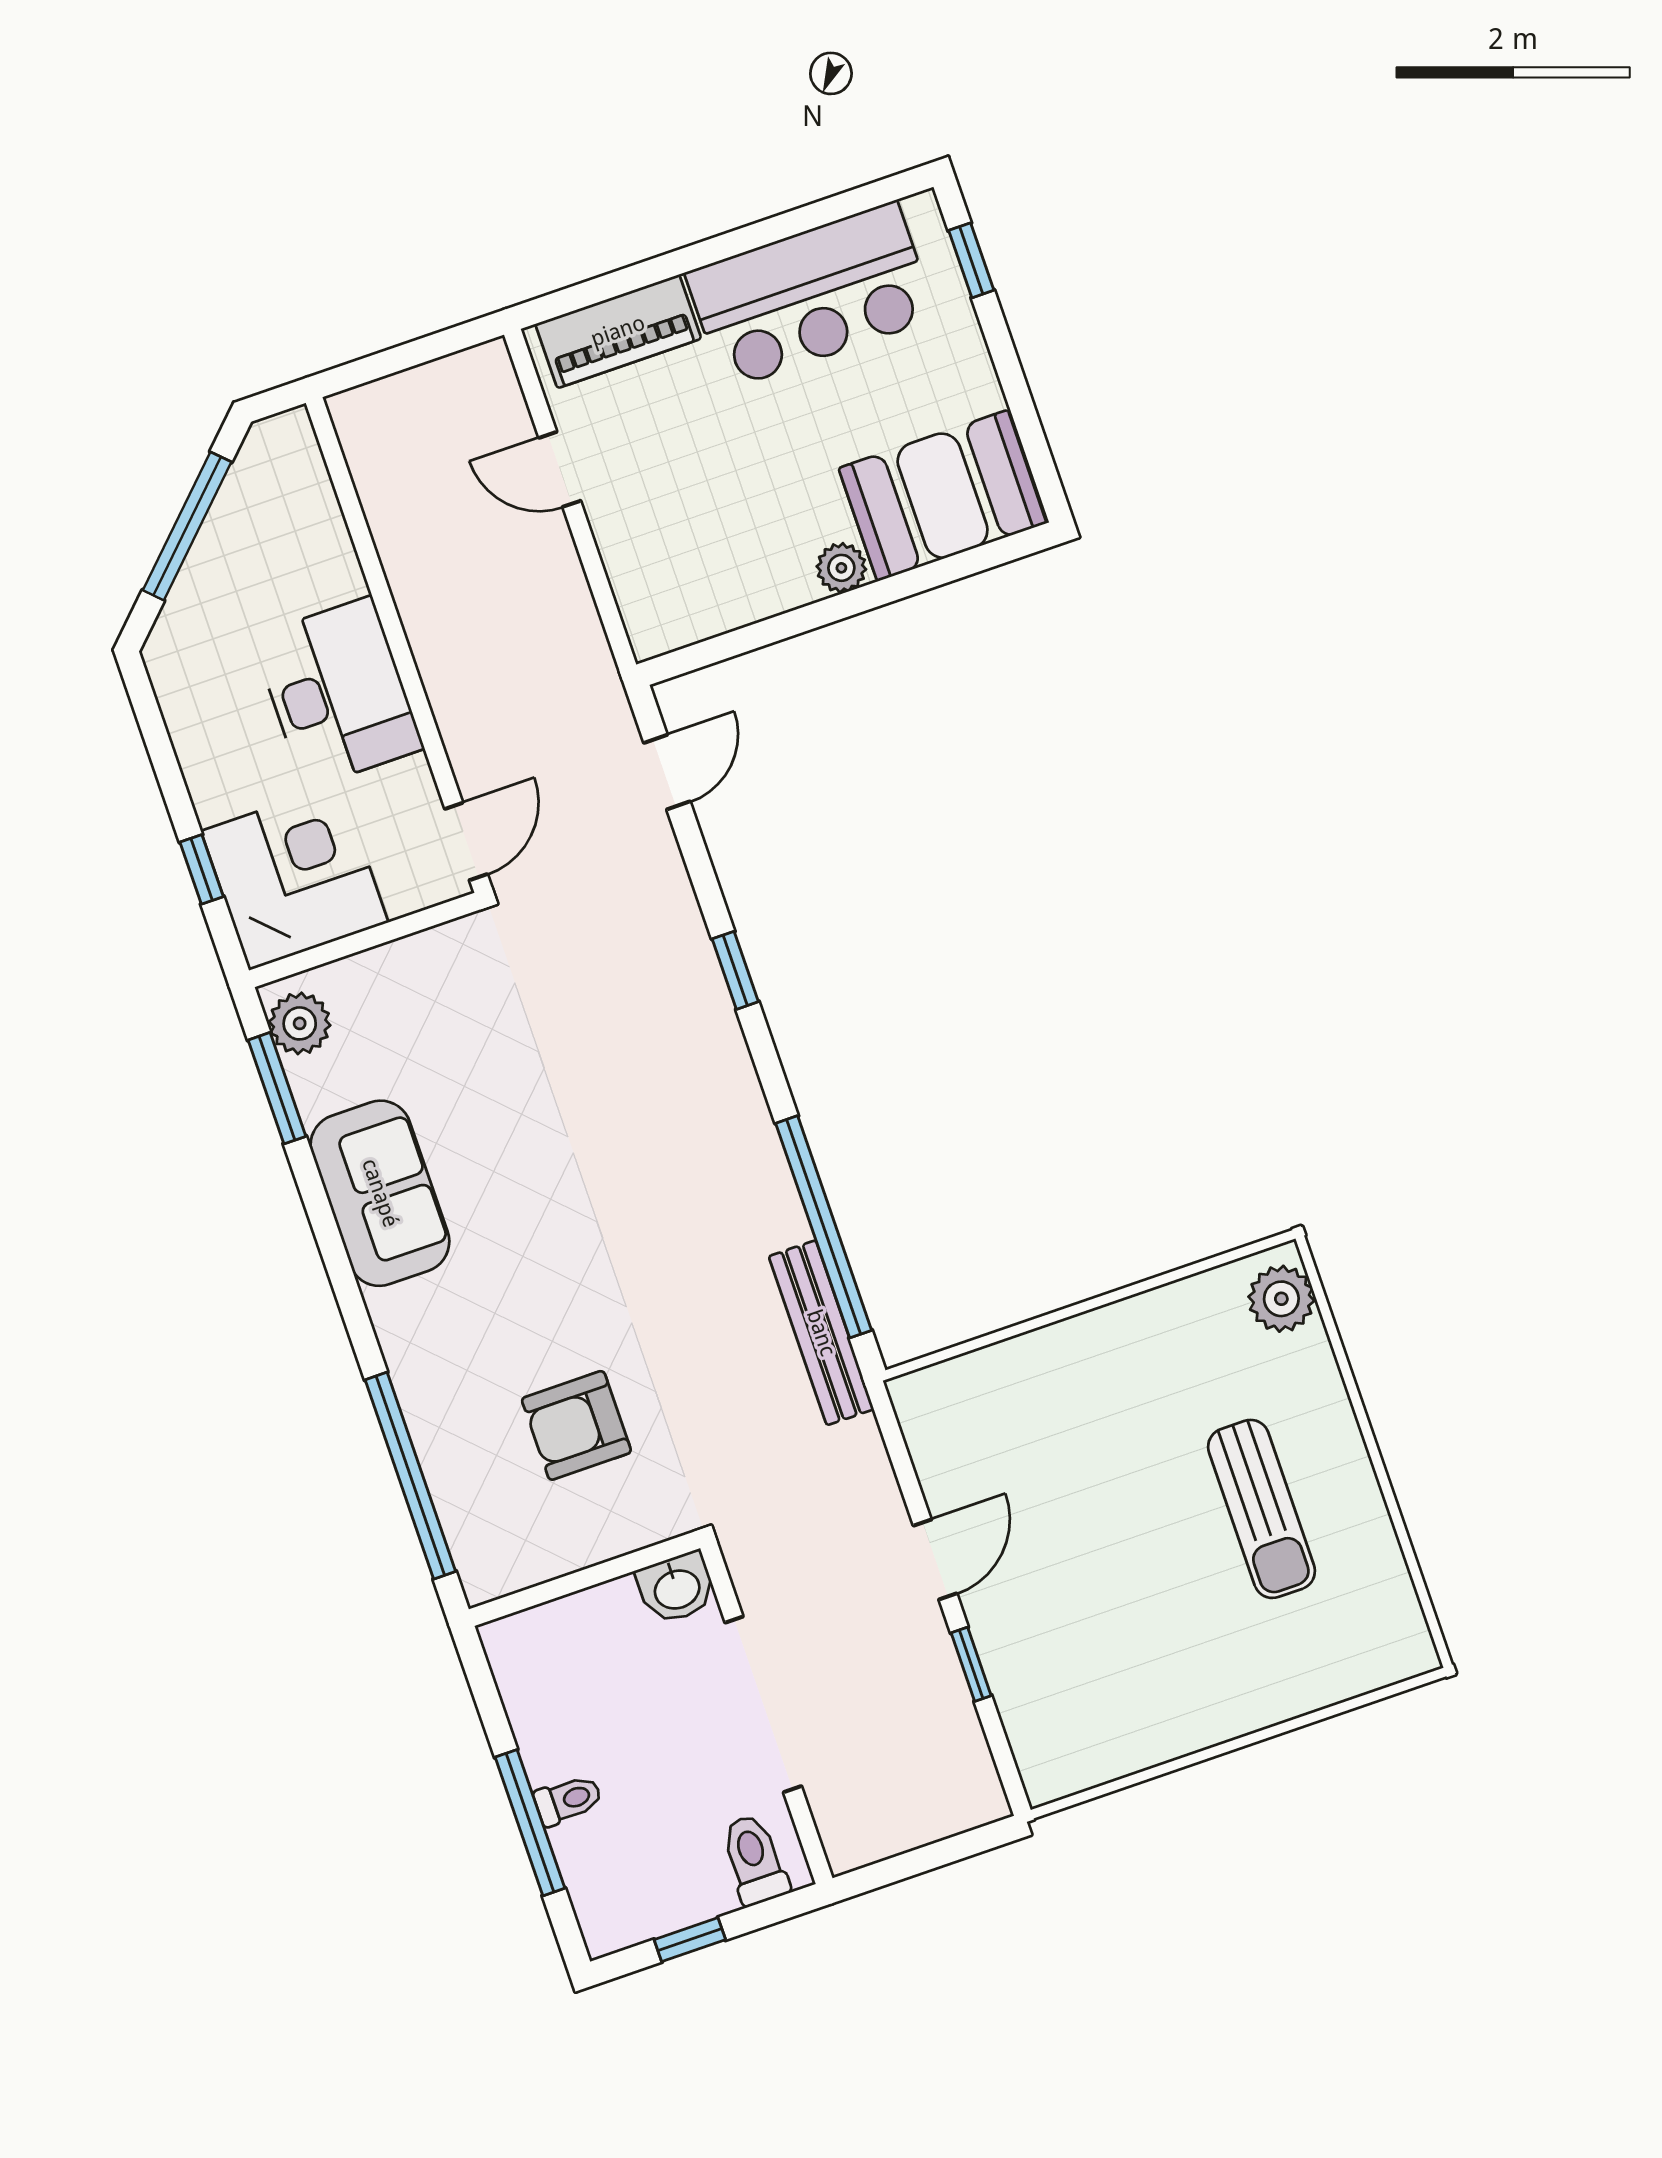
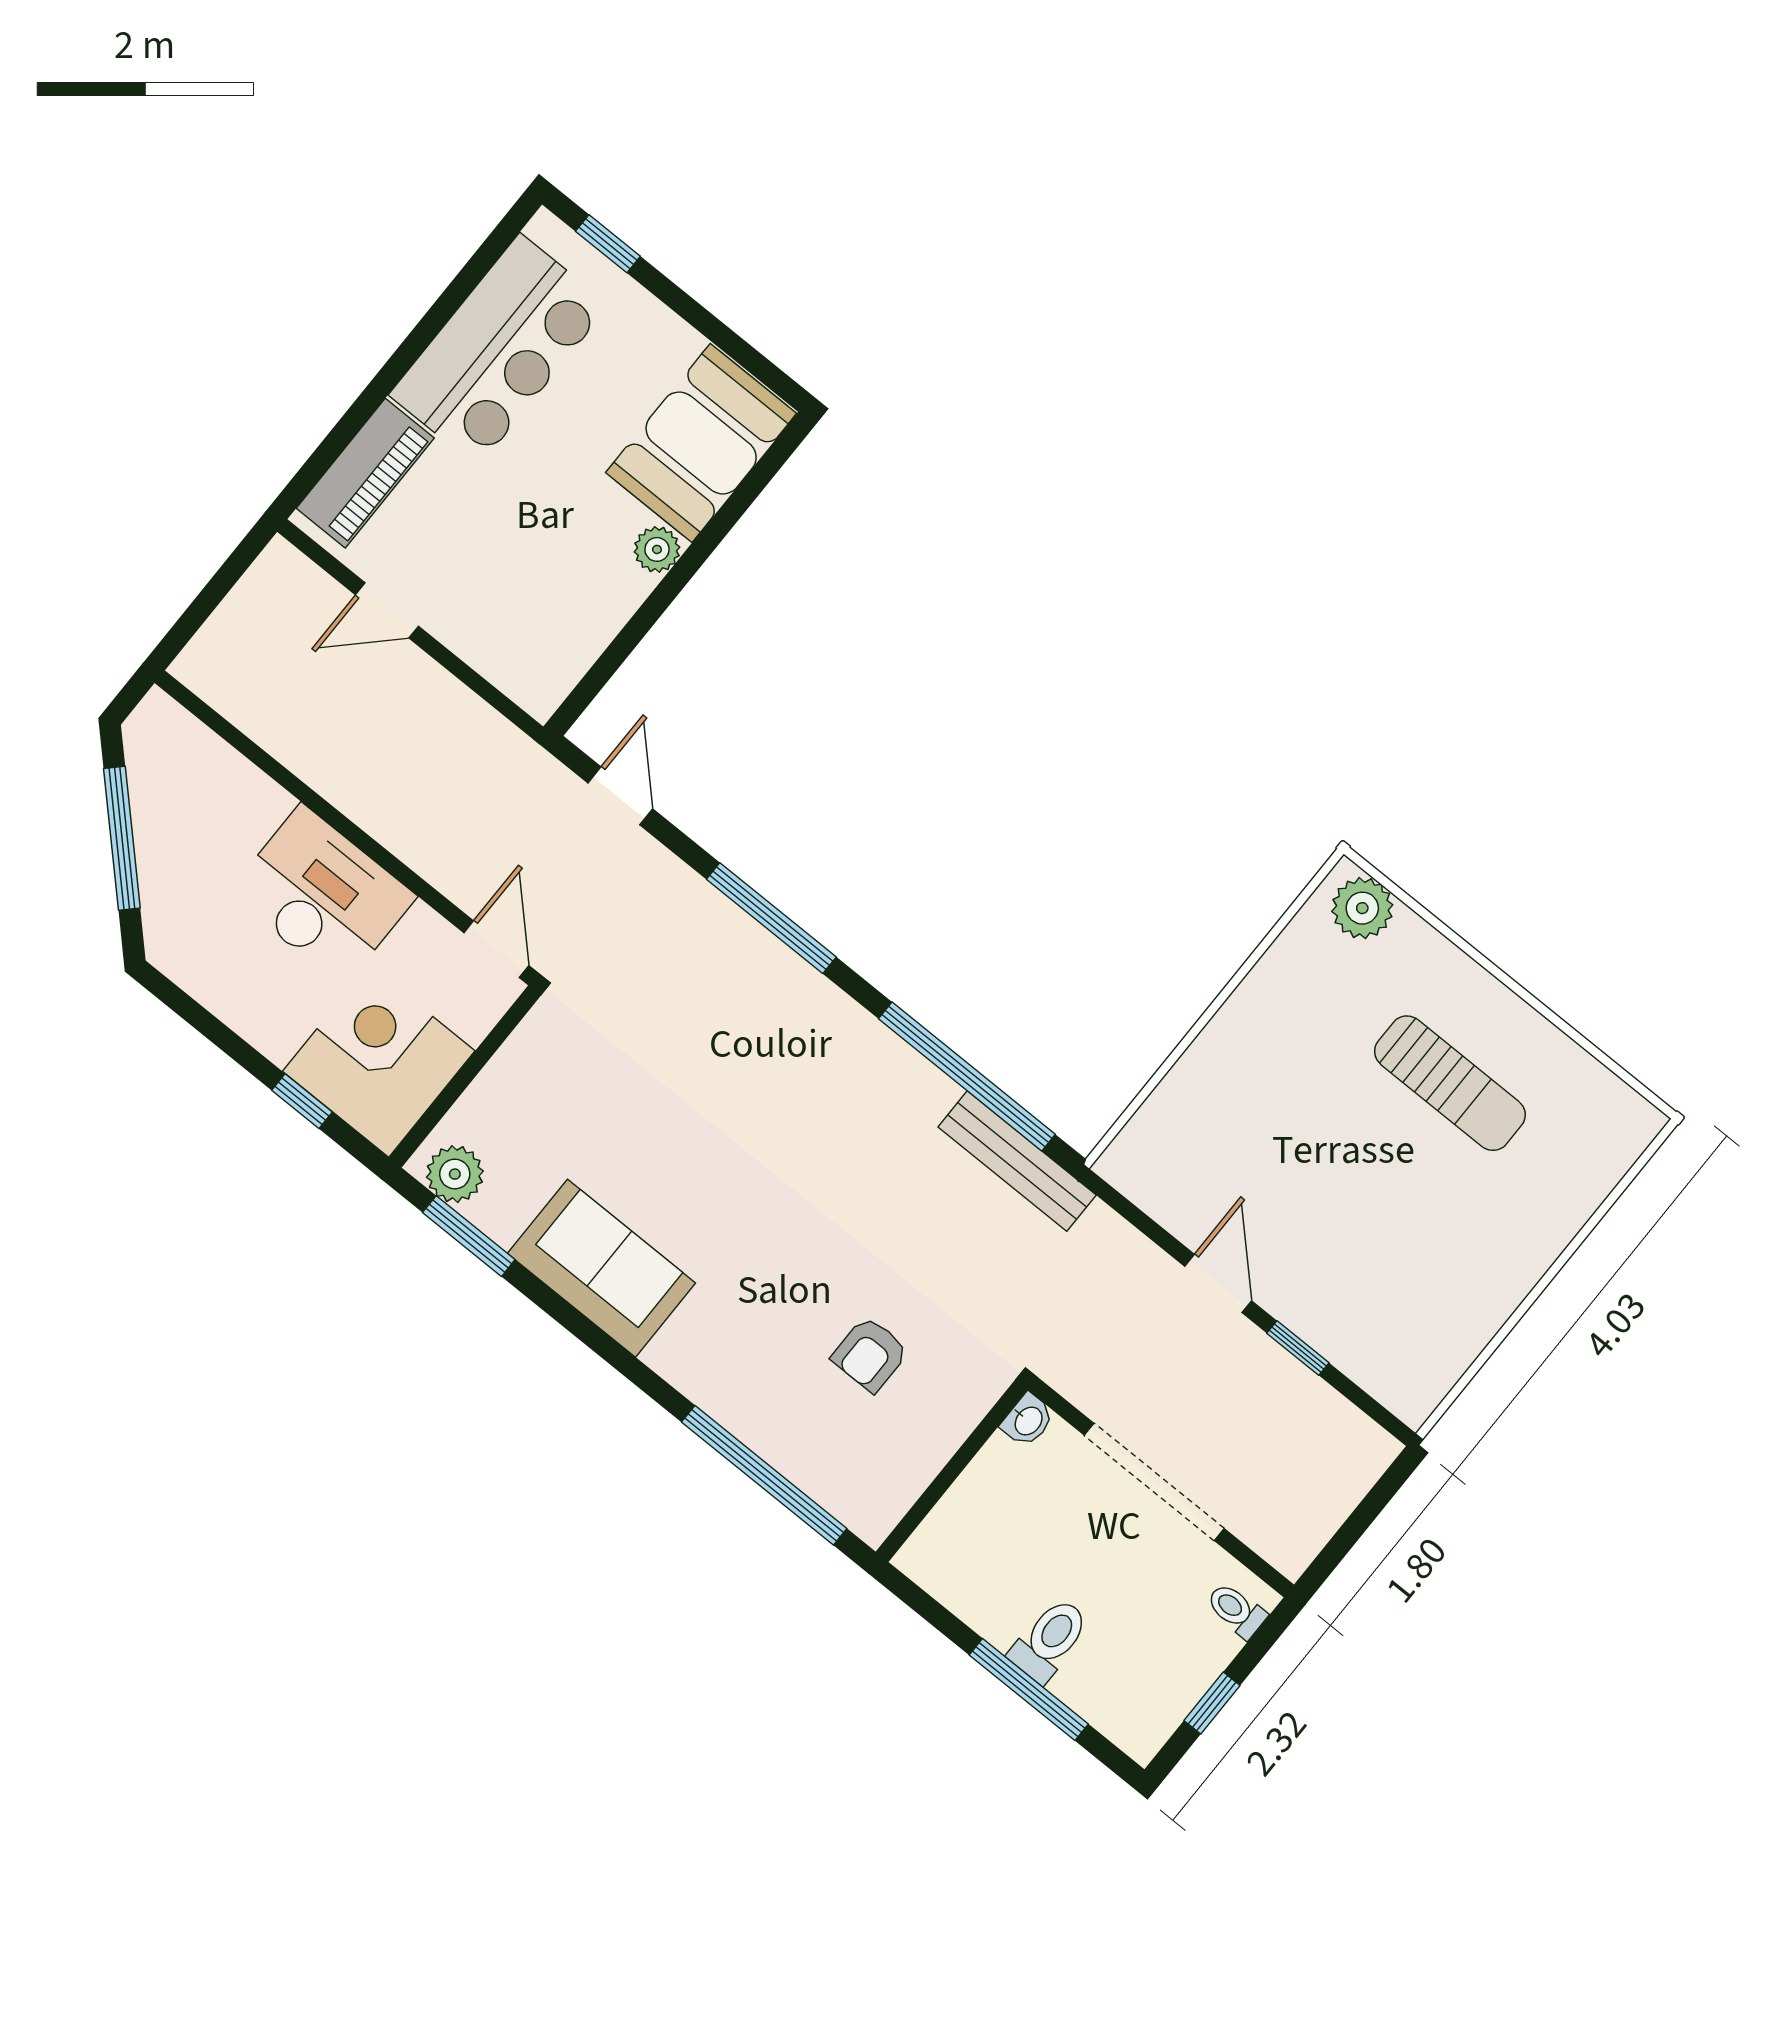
window: (735, 970) -> (771, 918), width x2.17
armchair: (576, 1425) -> (870, 1354), width x0.72, depth x0.72
washbasin: (677, 1588) -> (1028, 1420), width x0.72, depth x0.69
toilet: (568, 1800) -> (1050, 1640), width x1.37, depth x1.39
toilet: (754, 1860) -> (1236, 1610), width x0.73, depth x0.72

